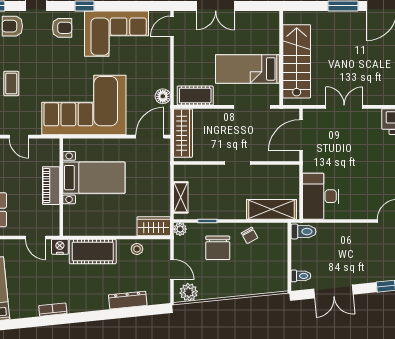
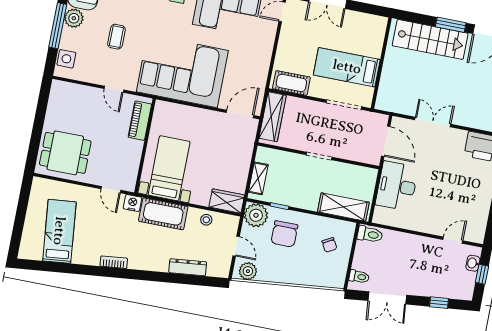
stairs: (297, 61) -> (430, 39), moved, turned 90
floor lamp: (163, 96) -> (260, 78), removed
door: (301, 135) -> (386, 141), swing flipped
bed with nightstands: (94, 178) -> (169, 168), moved, turned -90
piano: (51, 186) -> (140, 121), moved
desk: (321, 196) -> (397, 186), moved
plant: (180, 229) -> (256, 215), width x1.88, depth x1.88
chair: (250, 235) -> (329, 245), moved

